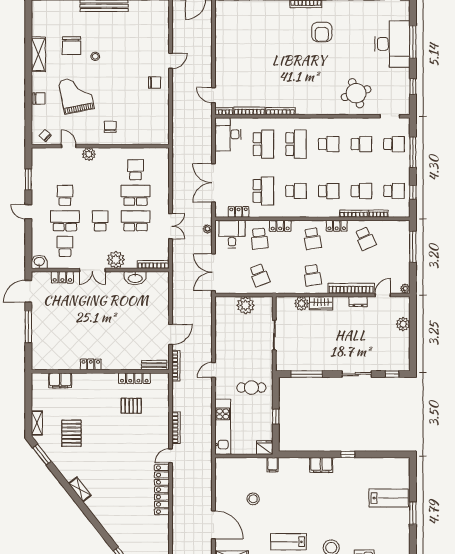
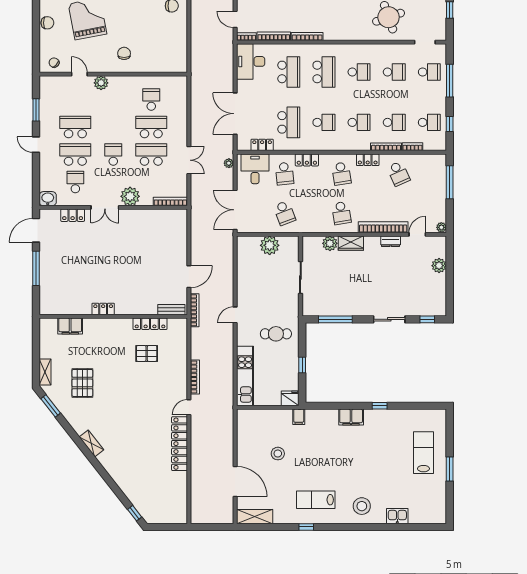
school desk: (65, 195) -> (75, 127), width x1.85
washbasin: (135, 278) -> (151, 216), removed
lab bench: (389, 498) -> (423, 453), turned -90

